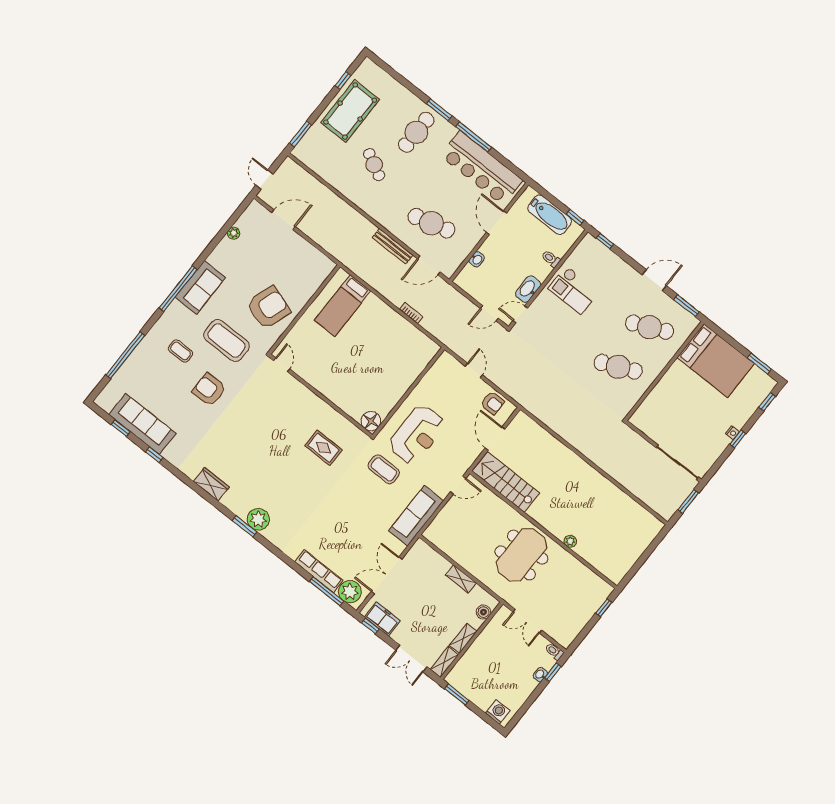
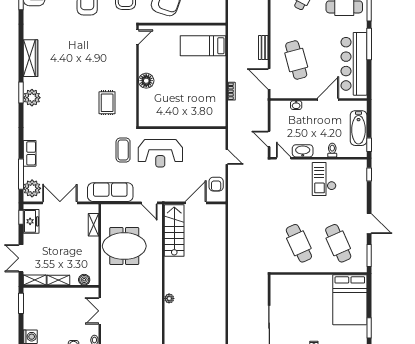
bench: (393, 246) -> (263, 48), width x0.73
door: (474, 370) -> (227, 157), hinge flipped
floor lamp: (371, 421) -> (146, 81), moved
wardrobe: (211, 484) -> (31, 58), width x1.50
meeting table: (521, 555) -> (124, 246), moved
row of seats: (319, 571) -> (30, 153), width x0.68
shelving: (461, 579) -> (93, 225), moved

